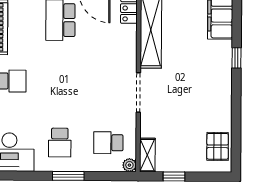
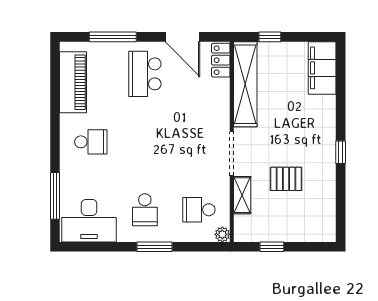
window: (237, 58) -> (341, 152), moved
pallet: (218, 146) -> (286, 179), moved, turned 90
shelving: (147, 155) -> (242, 195), moved

